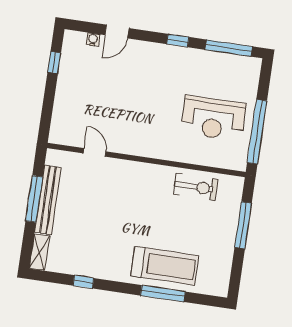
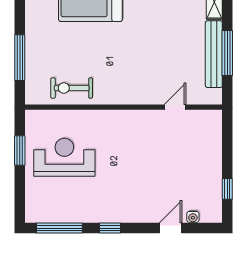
window: (257, 132) -> (20, 151), width x0.47
door: (95, 152) -> (175, 107), swing flipped

